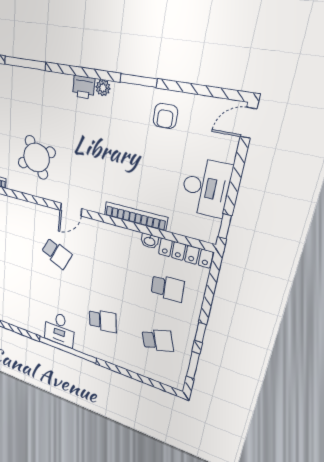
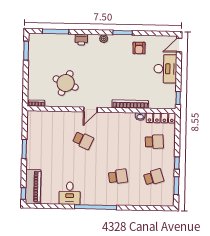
printer: (84, 87) -> (81, 40), moved
round table: (37, 158) -> (66, 83), turned -38
desk: (206, 188) -> (165, 69), moved
desk: (60, 329) -> (70, 193), moved

